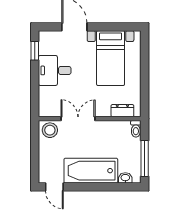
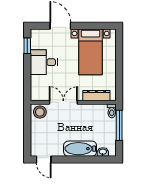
dresser: (122, 111) -> (96, 96), width x1.44
window: (145, 159) -> (119, 125), moved
bathtub: (91, 171) -> (80, 149), width x0.73, depth x0.73

